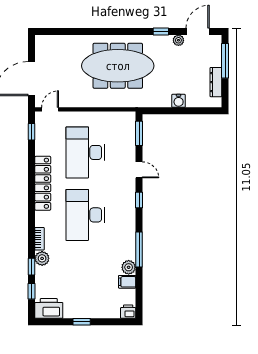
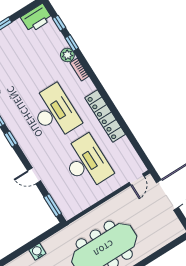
window: (32, 132) -> (140, 152), removed
window: (139, 200) -> (11, 139), moved

